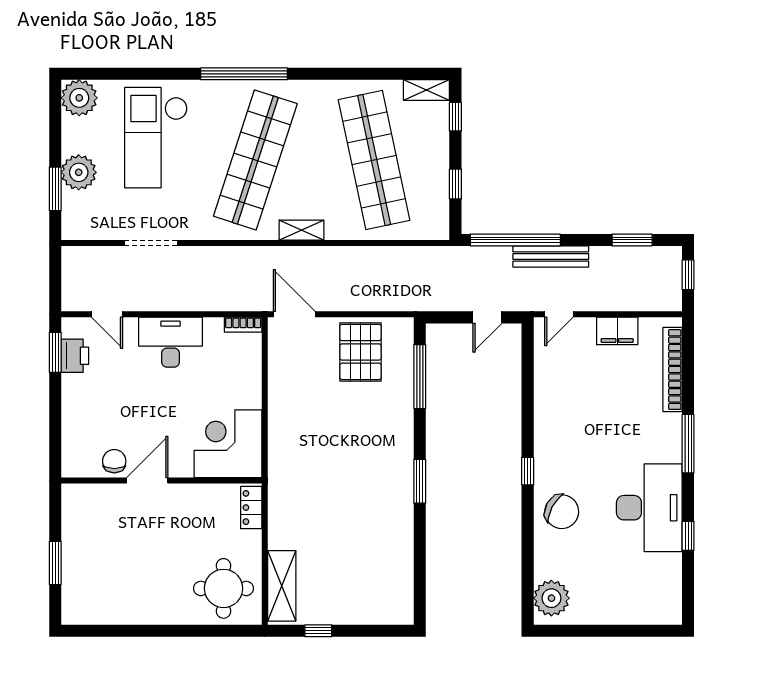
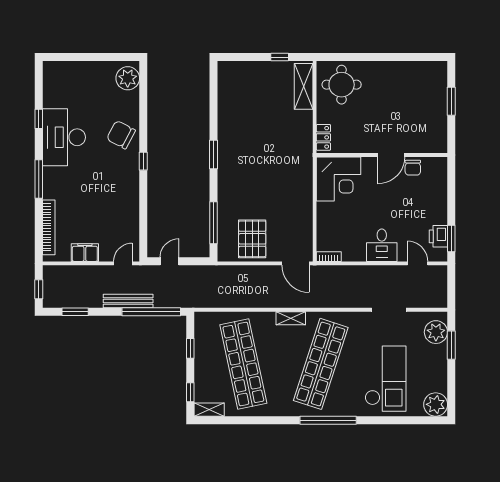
plant: (79, 172) -> (436, 332), moved
desk: (170, 342) -> (382, 245), width x0.73

